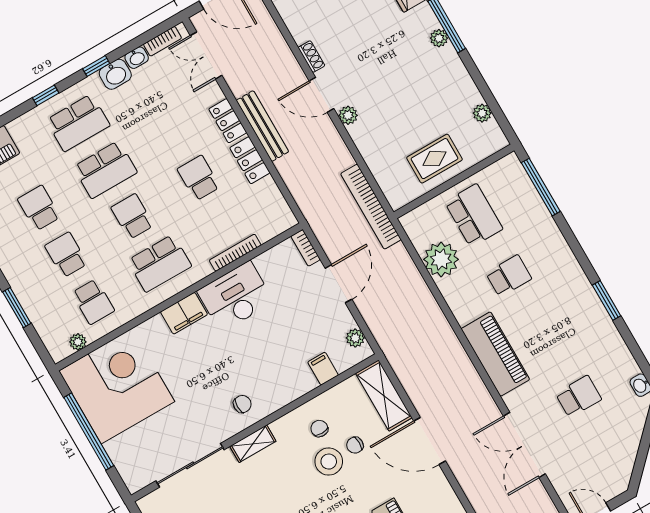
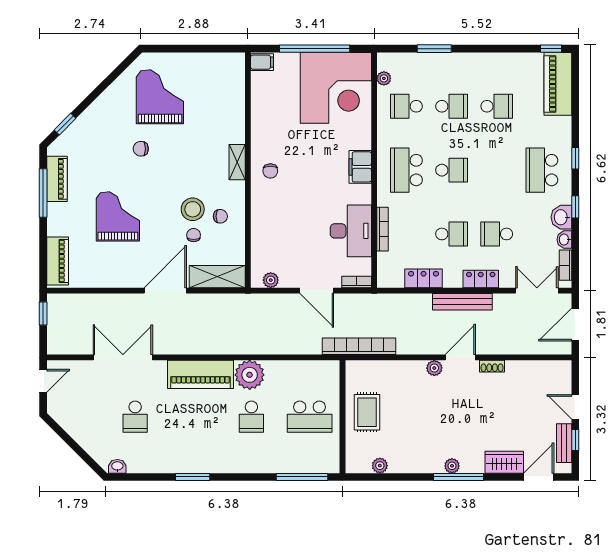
locker: (250, 160) -> (423, 278), moved
school desk: (105, 170) -> (497, 234), moved, width x0.54
plant: (441, 259) -> (250, 375), moved
desk: (235, 296) -> (351, 231), moved
filing cabinet: (323, 369) -> (262, 62), moved
sliding door: (190, 465) -> (248, 108), removed

